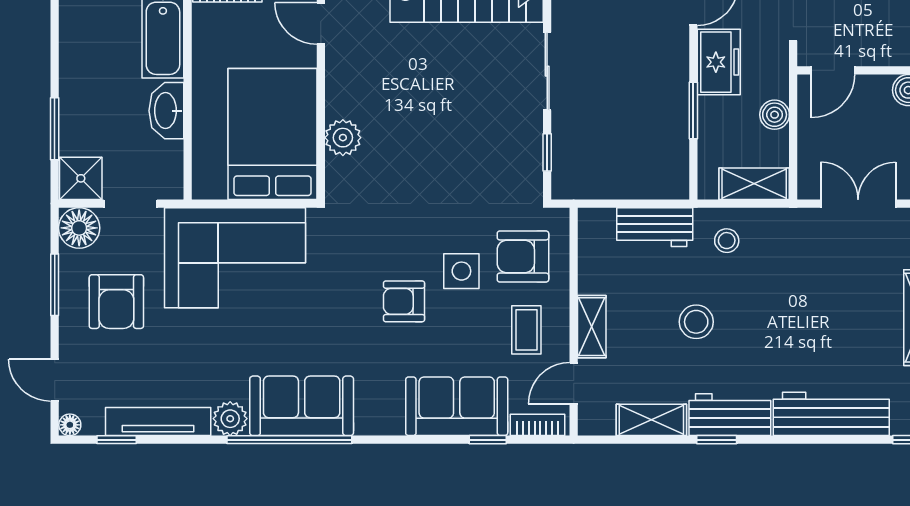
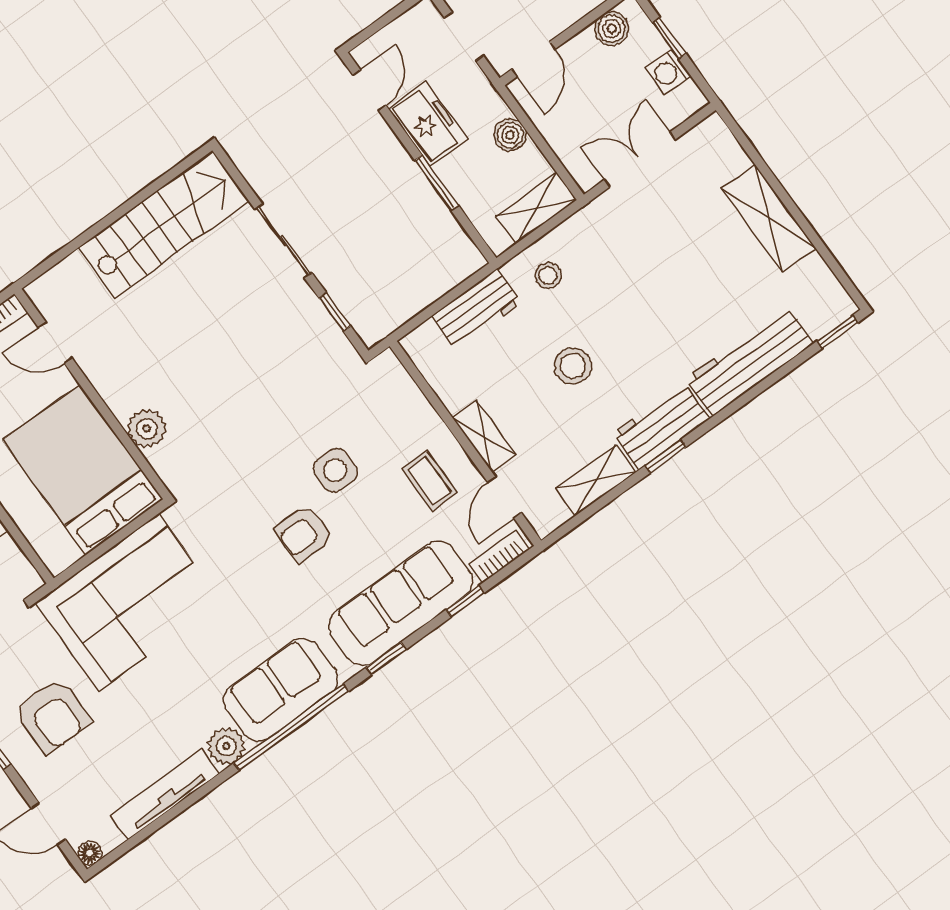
armchair: (523, 257) -> (380, 419), removed
sofa: (457, 406) -> (401, 603), width x1.36
window: (117, 440) -> (386, 658), moved

